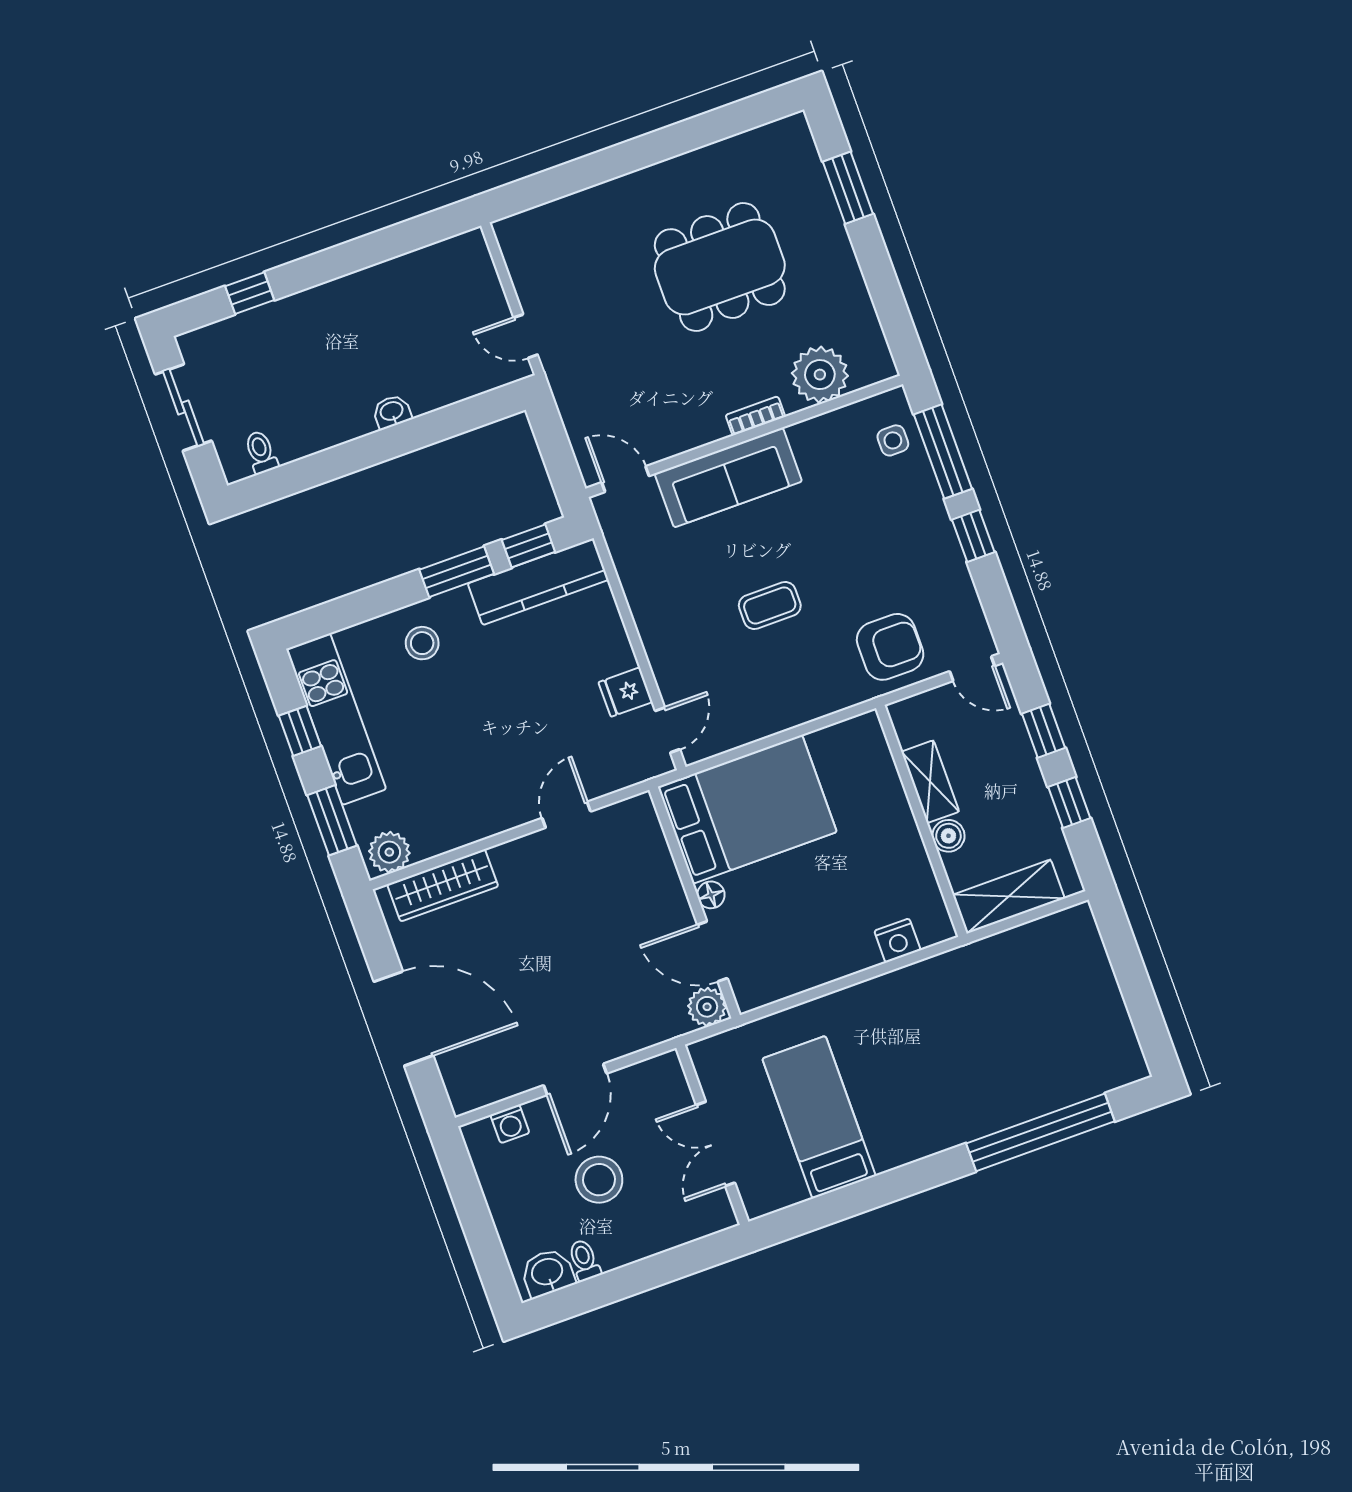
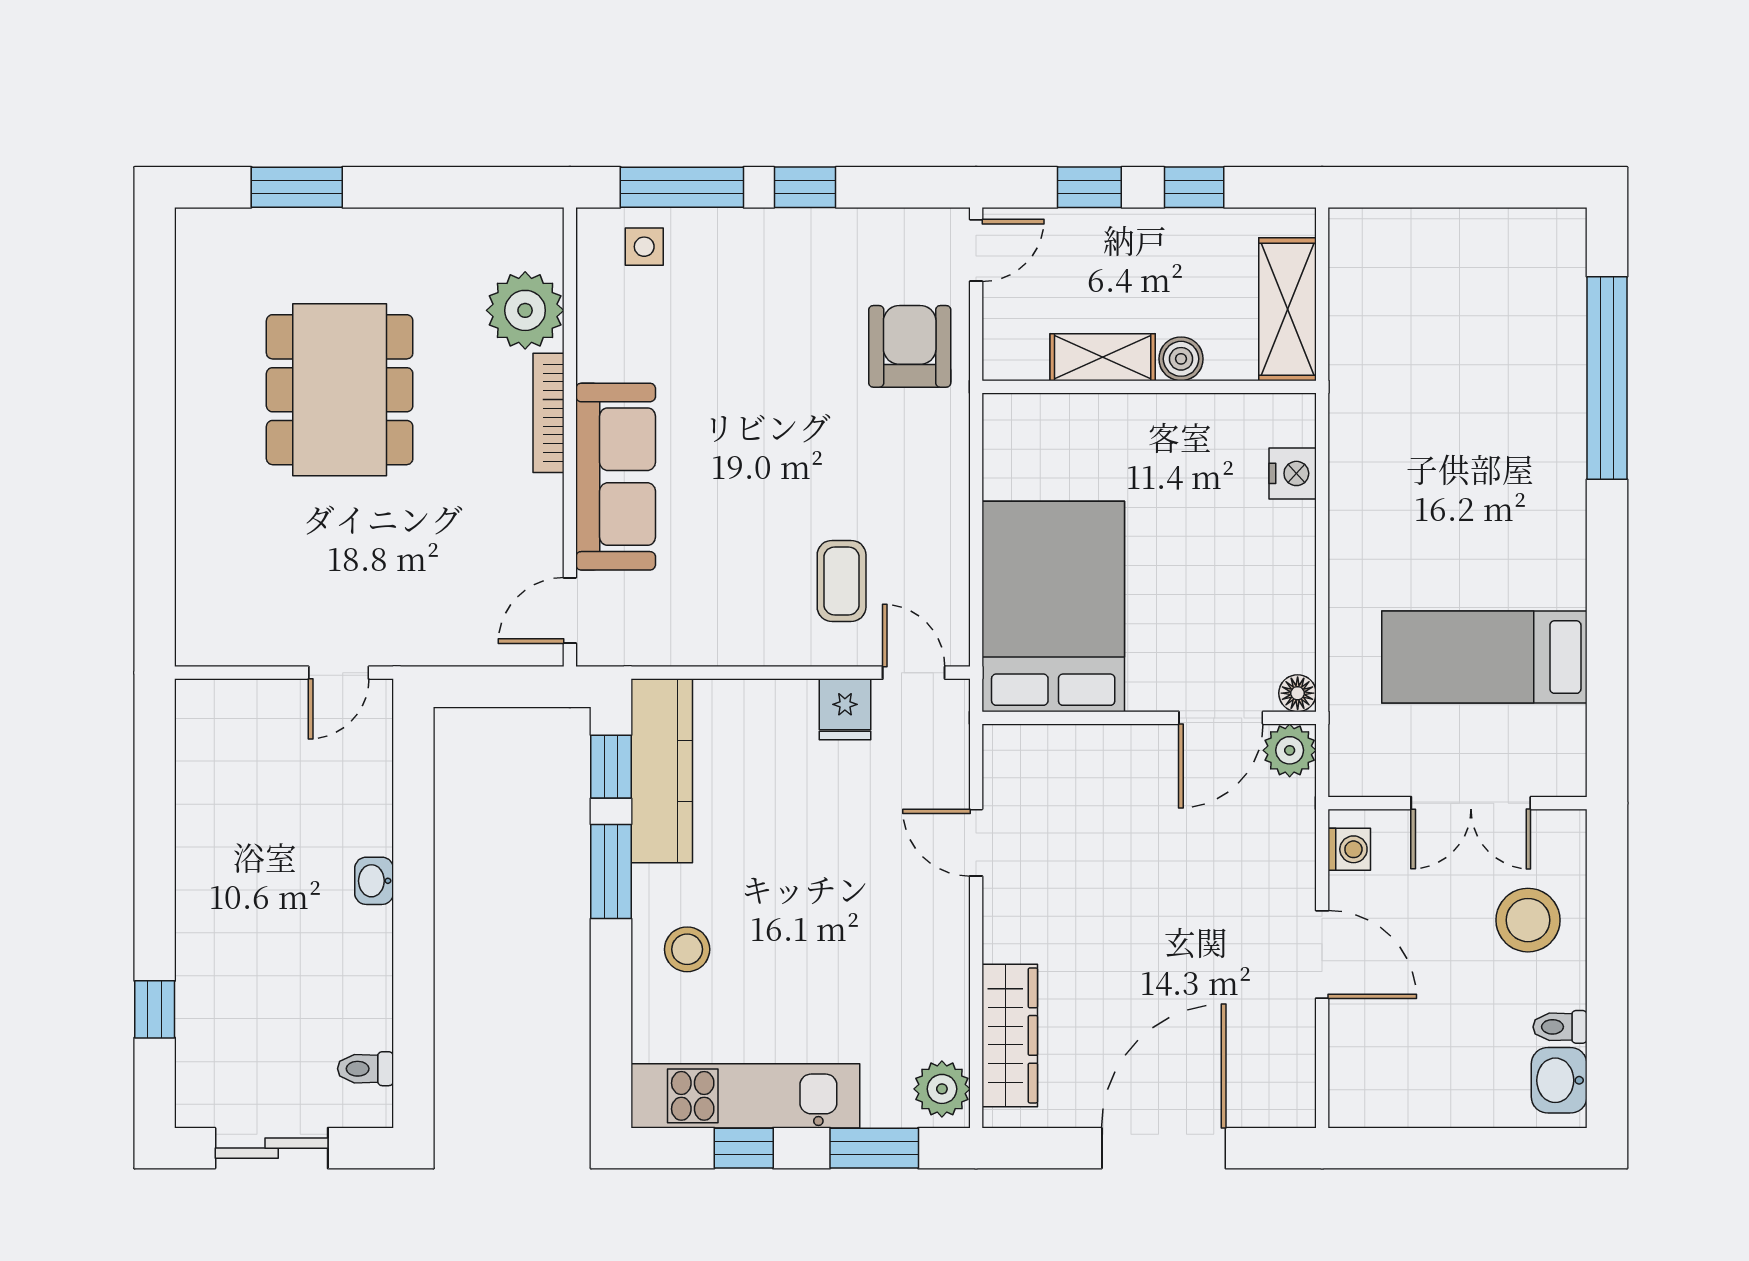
bookcase: (755, 416) -> (549, 413), width x1.56
coffee table: (770, 605) -> (842, 581), moved
floor lamp: (711, 895) -> (1298, 693), moved
washing machine: (510, 1124) -> (1349, 849), moved
stool: (599, 1180) -> (1528, 920), moved

